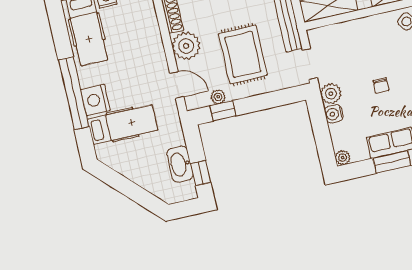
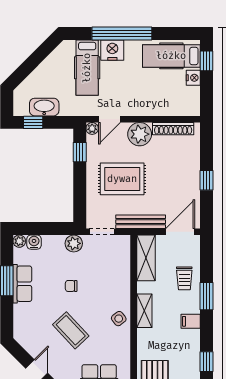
plant: (218, 97) -> (92, 128), moved
water cooler: (334, 114) -> (34, 242), moved

